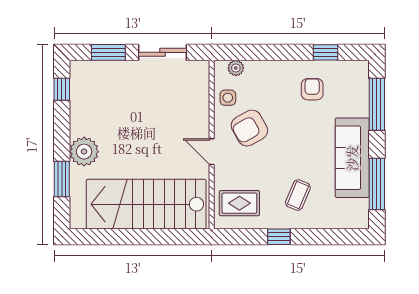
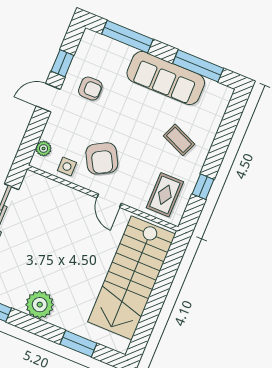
door: (287, 52) -> (48, 98), added
armchair: (312, 89) -> (90, 89), turned 180
plant: (84, 152) -> (40, 305), moved
door: (212, 152) -> (109, 201), hinge flipped
window: (279, 237) -> (203, 187), moved

